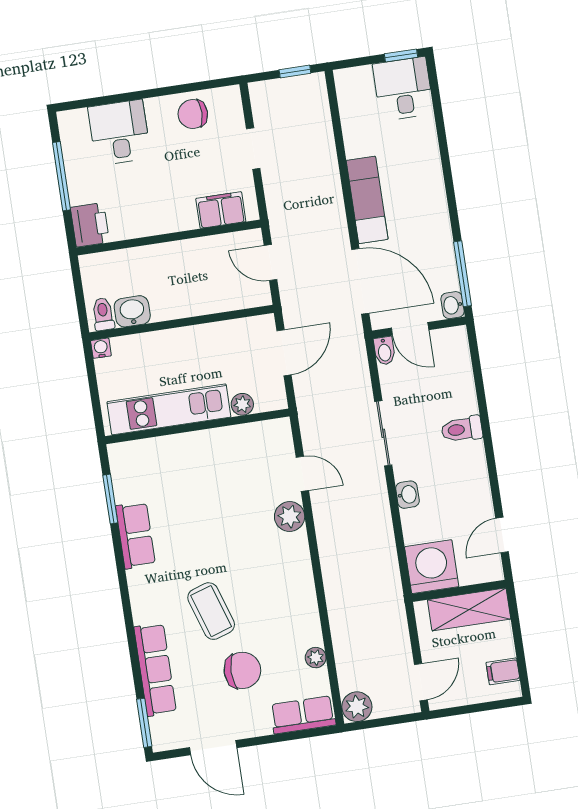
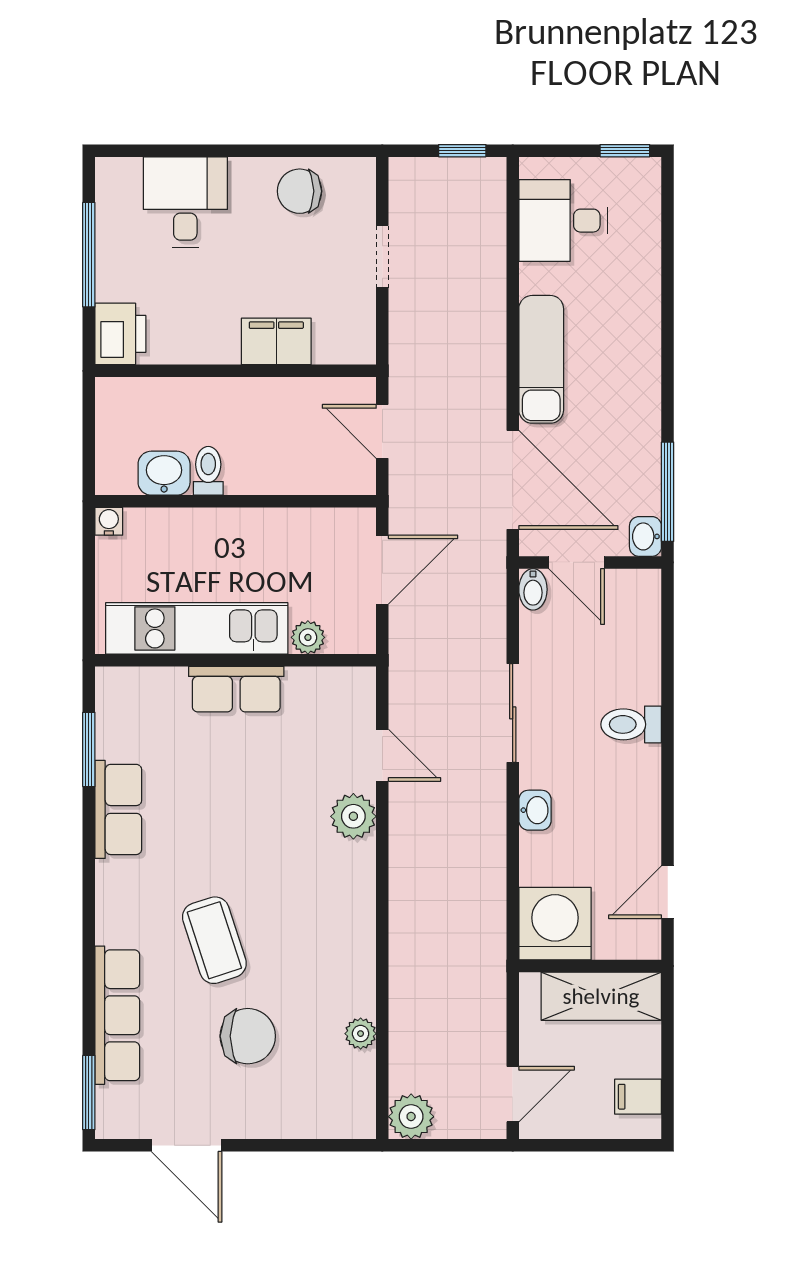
desk: (403, 89) -> (563, 221), moved, turned -90
filing cabinet: (221, 210) -> (276, 341), moved
toilet: (103, 314) -> (208, 471), moved
row of seats: (303, 715) -> (236, 689), moved, turned 180

